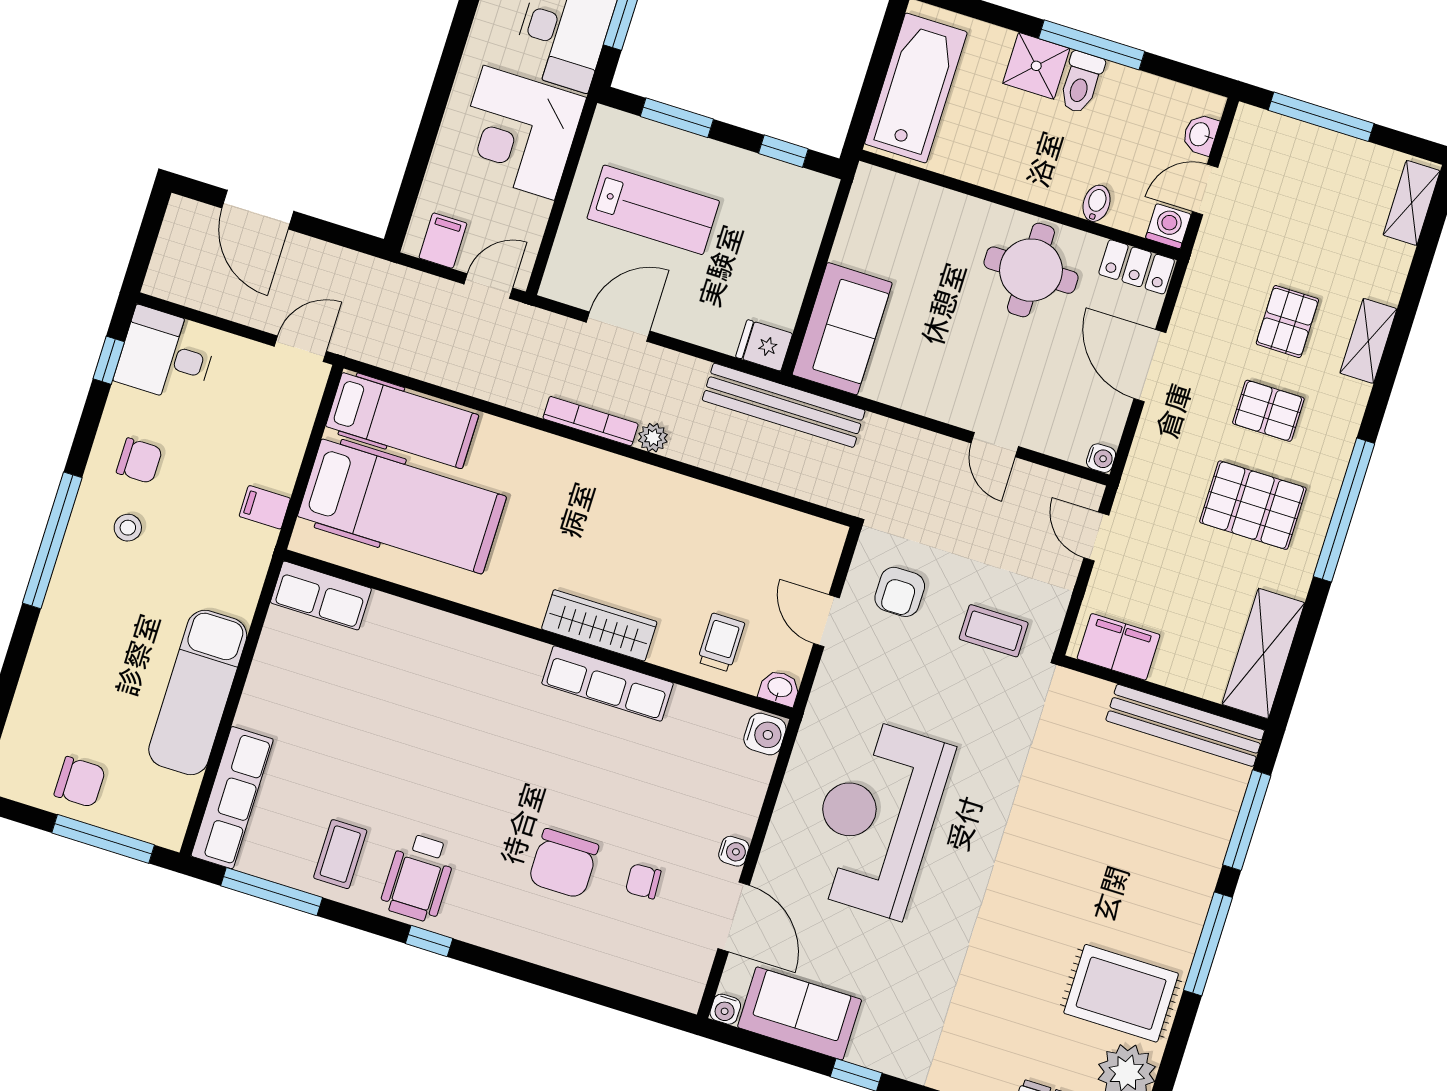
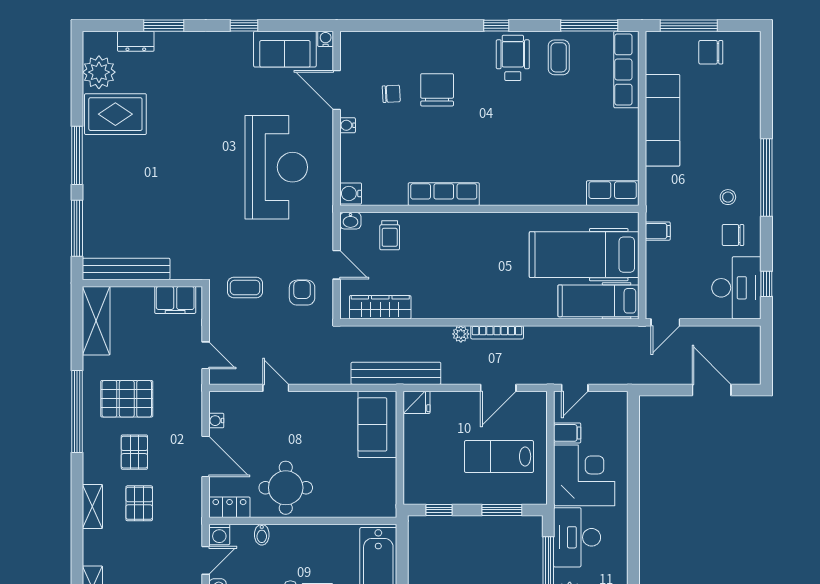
filing cabinet: (443, 241) -> (567, 433), moved, turned -90
desk: (166, 355) -> (736, 288), width x1.37
pallet: (1268, 411) -> (134, 452), turned 90
water cooler: (1101, 458) -> (216, 421), moved
wardrobe: (599, 625) -> (380, 307), moved, turned 180

